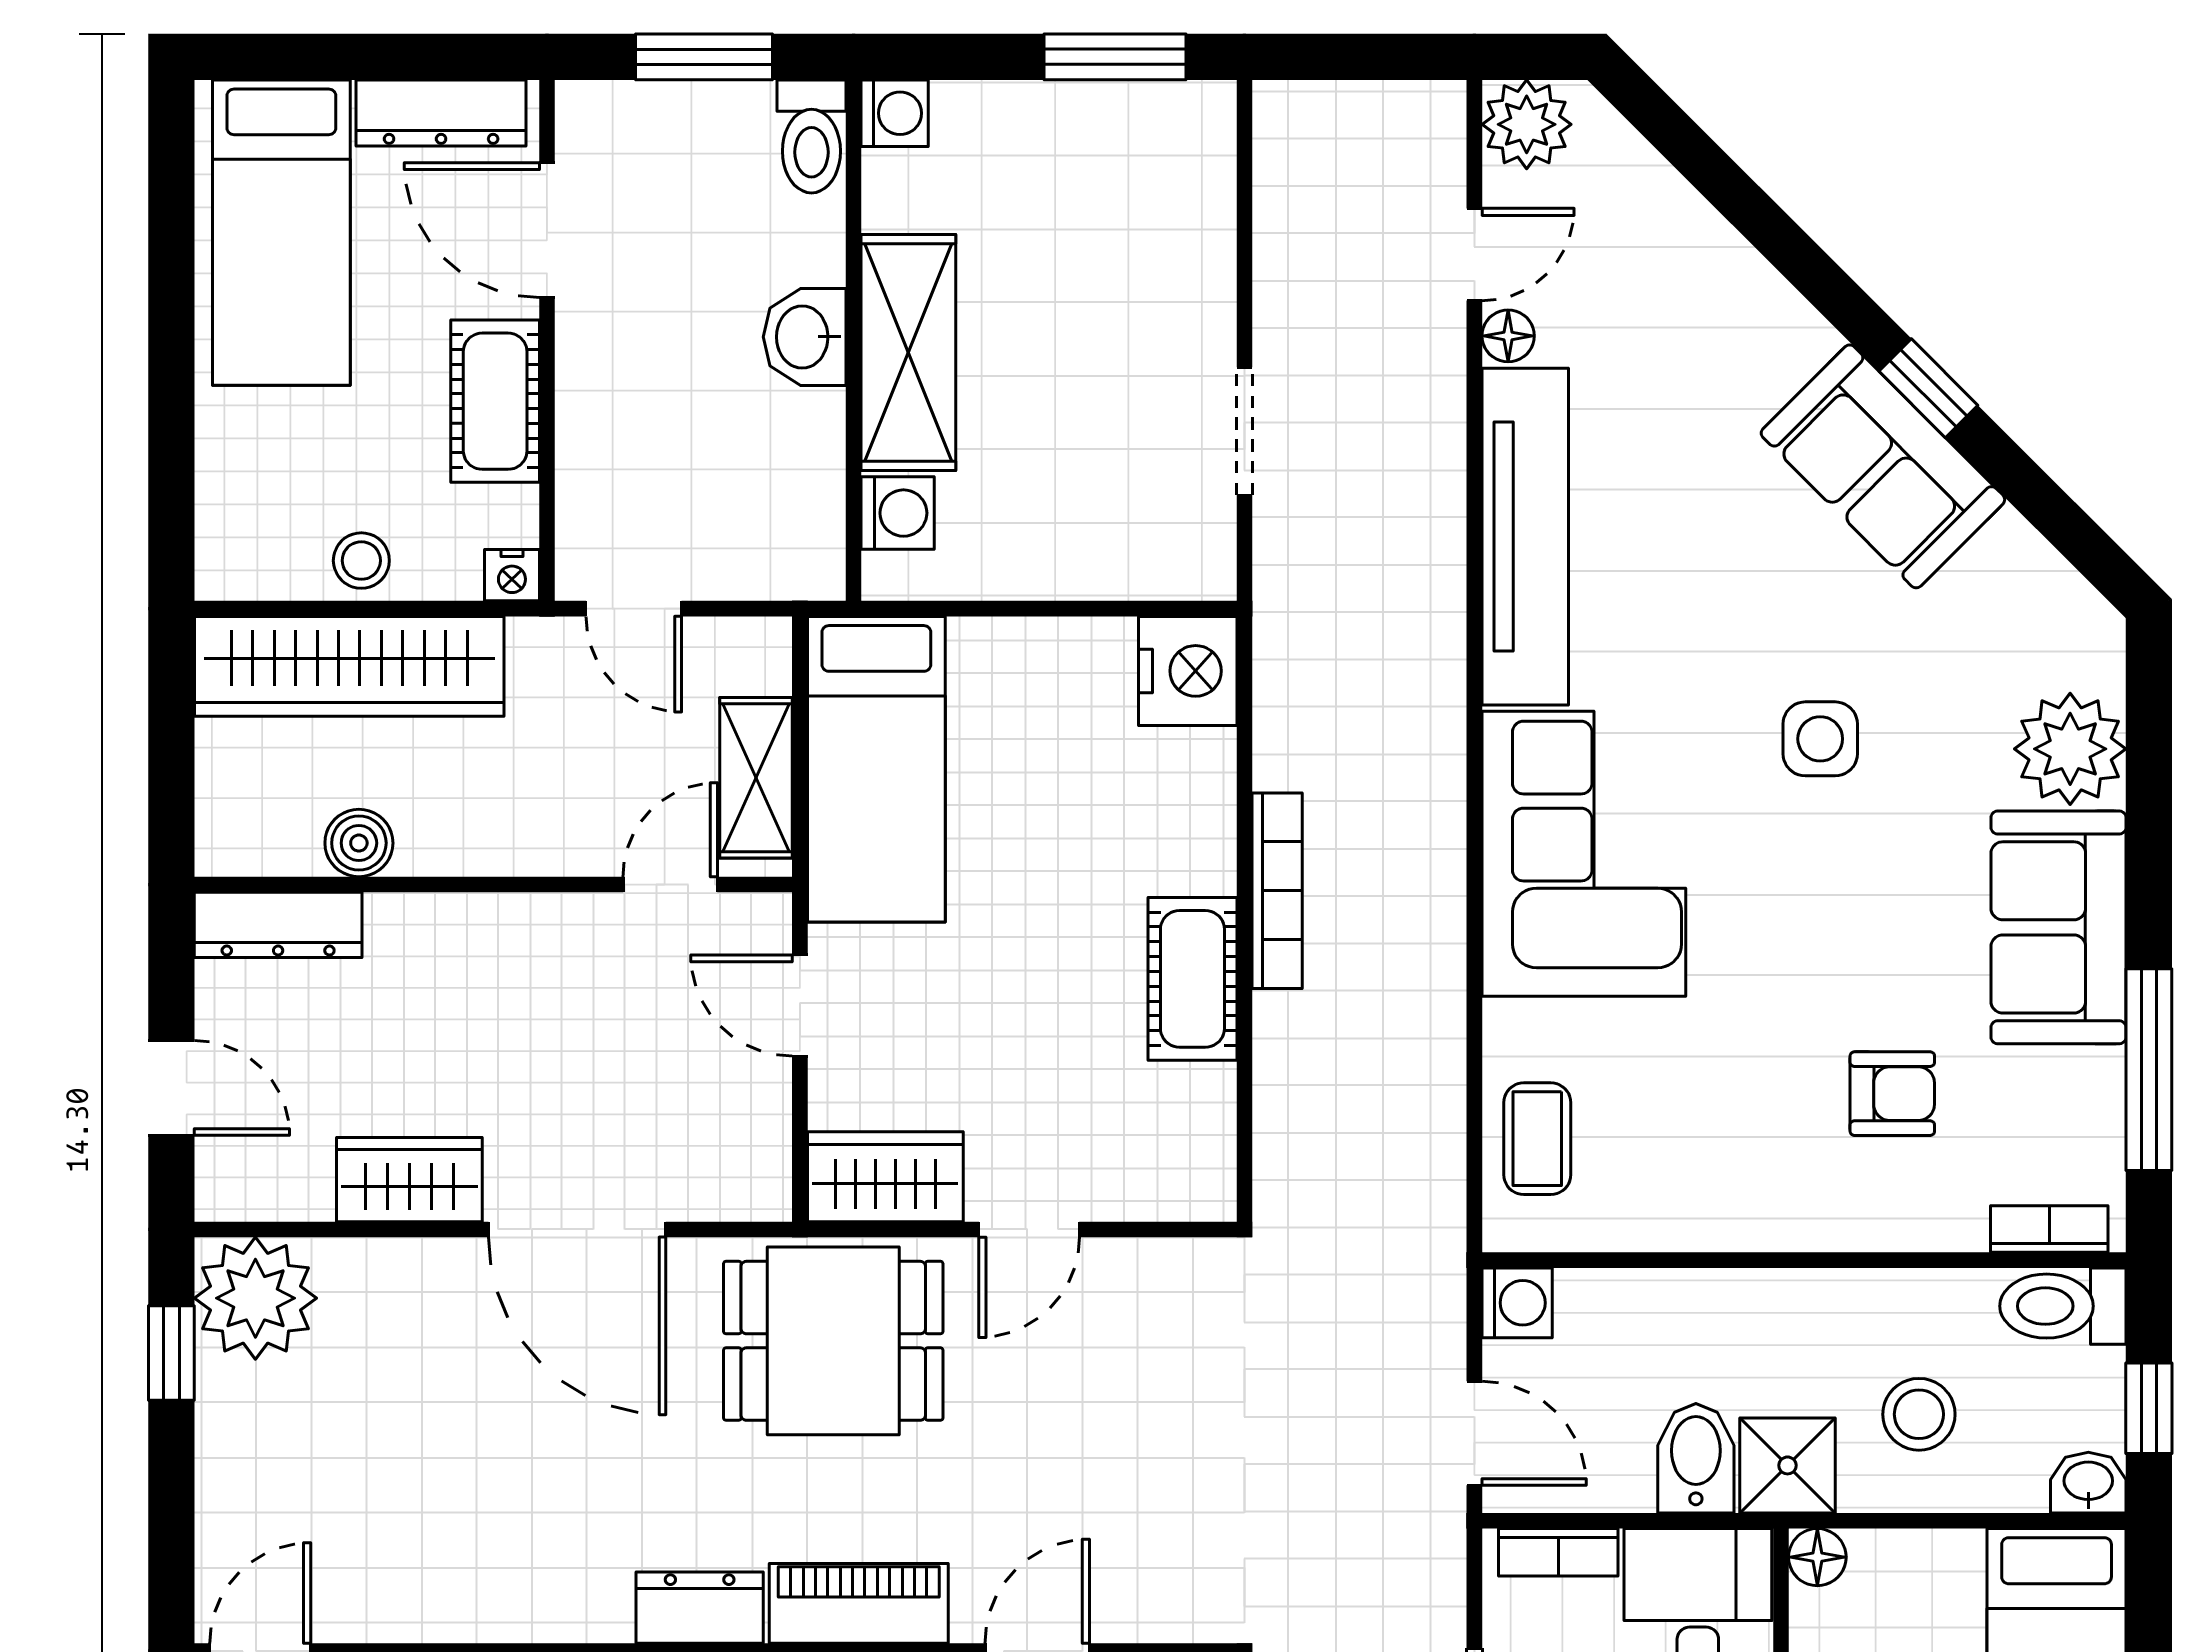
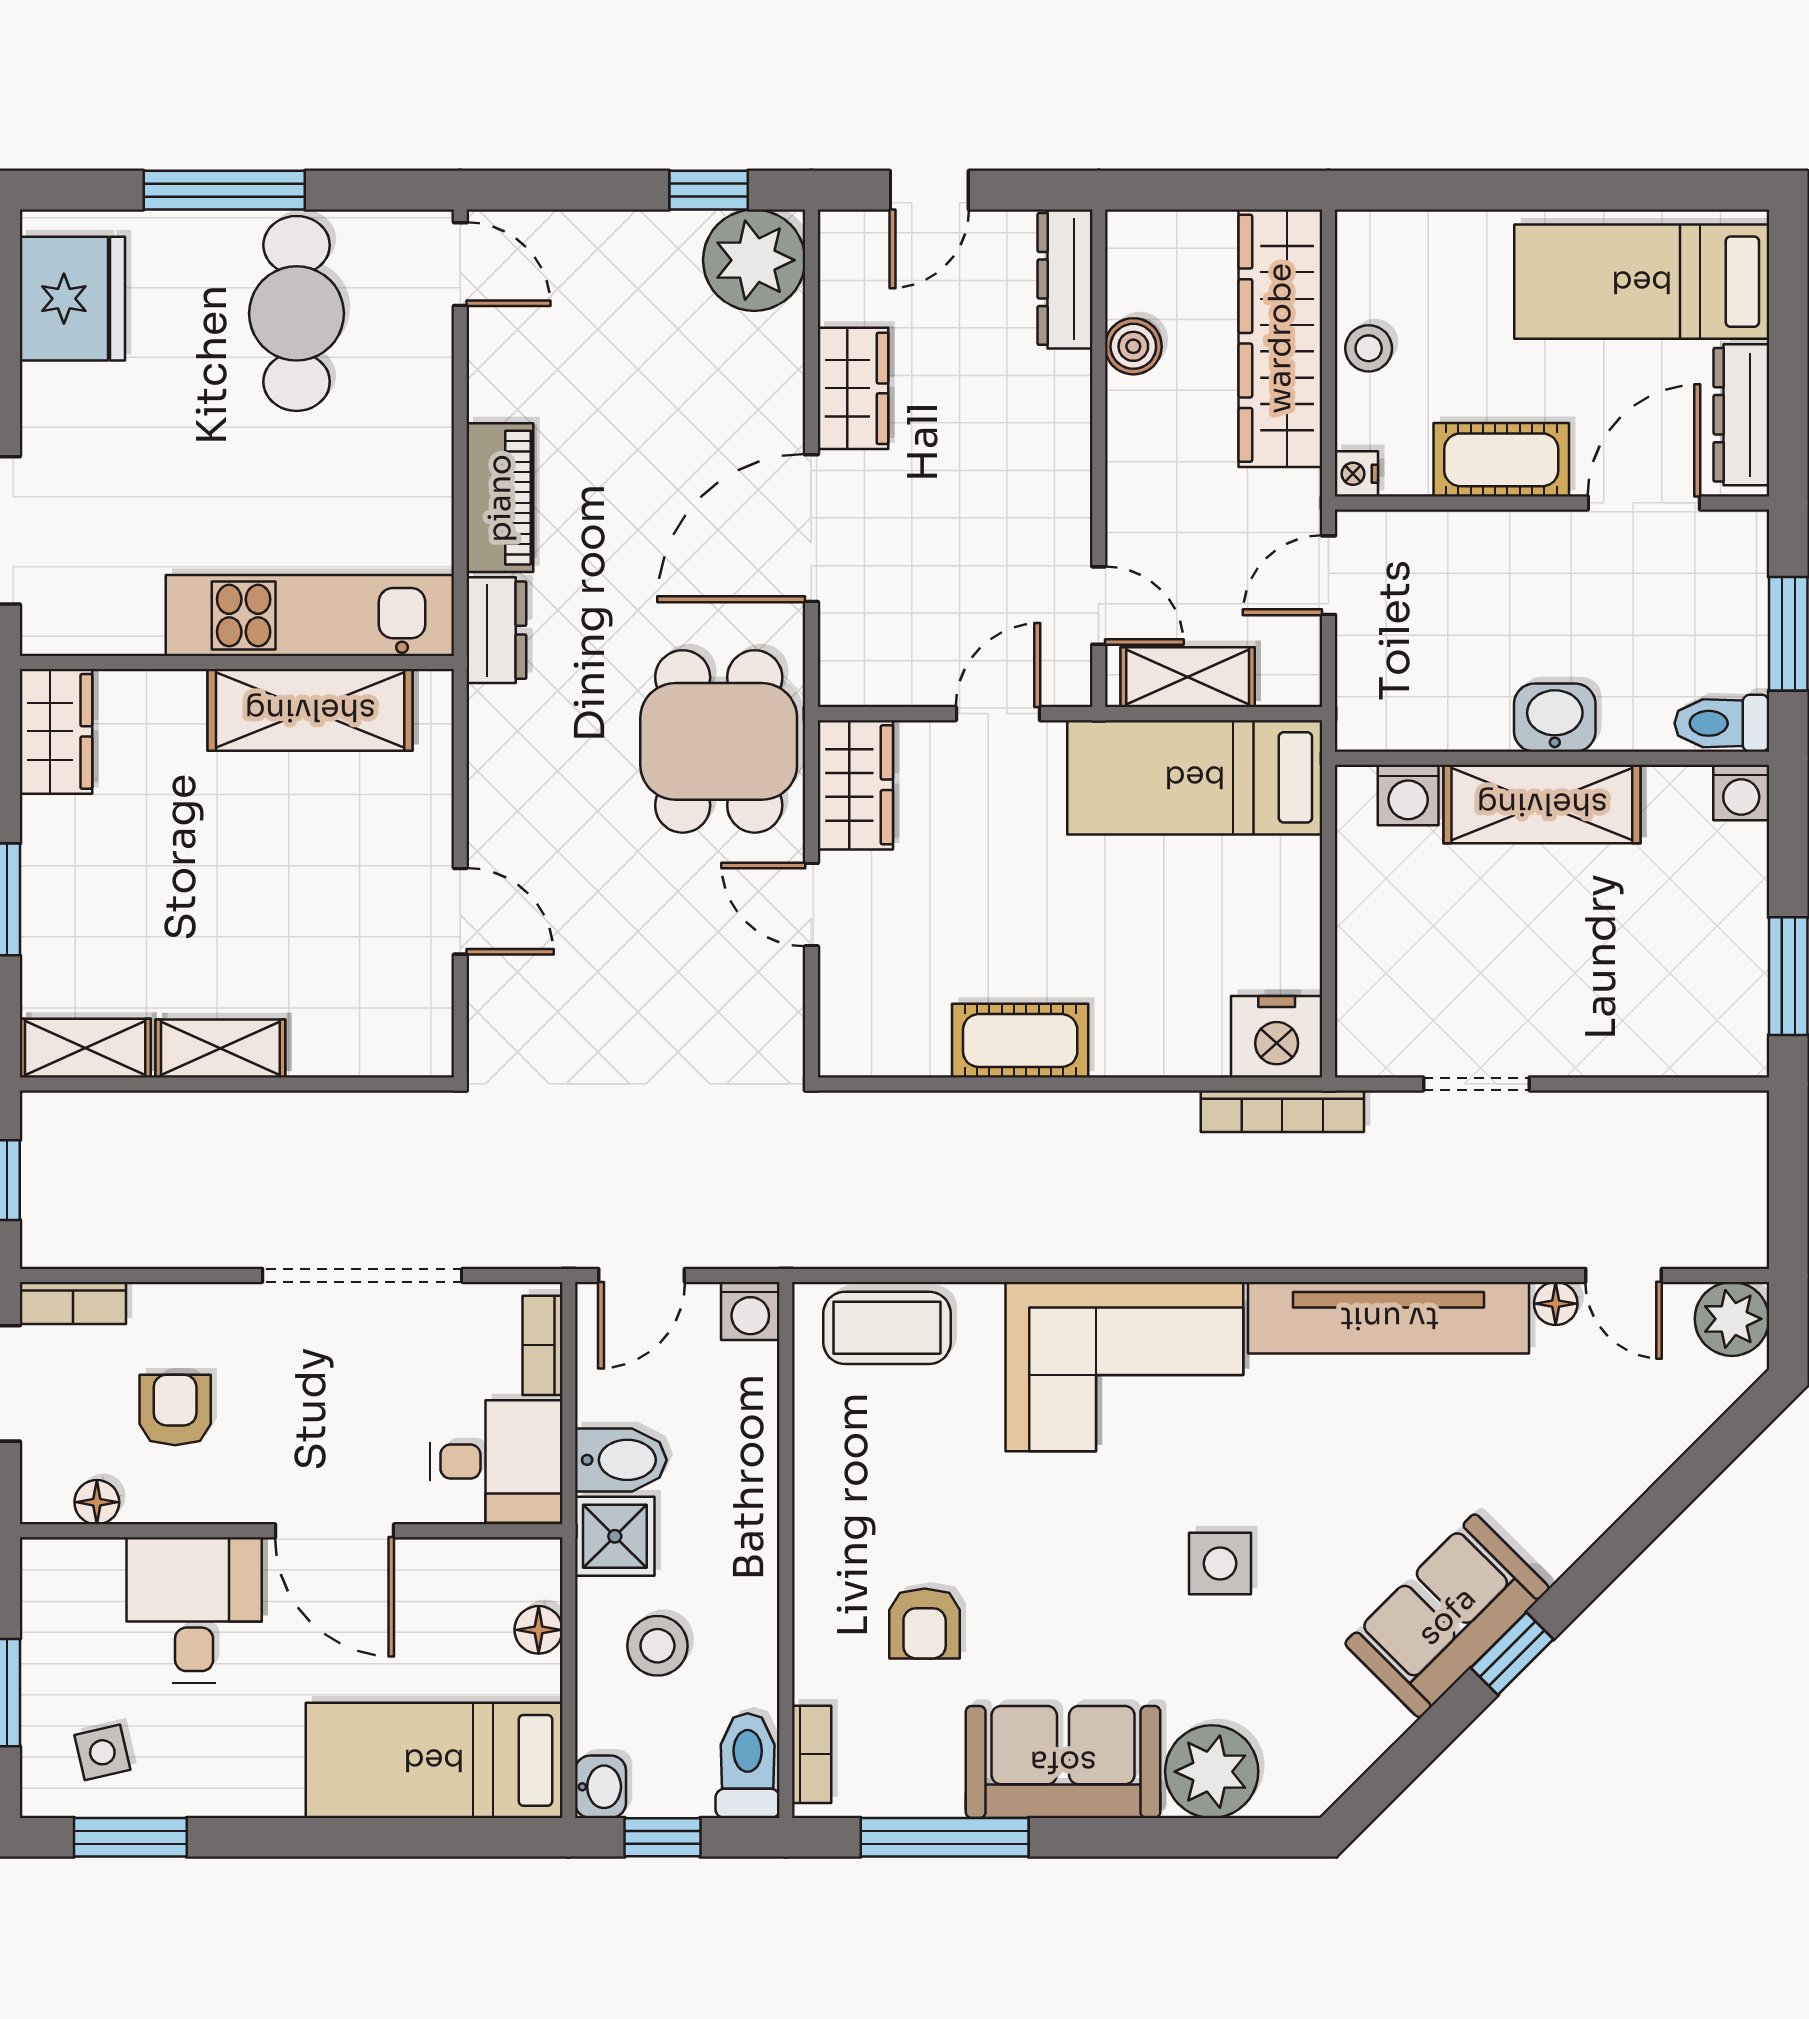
bookcase: (1277, 891) -> (1282, 1111), moved
coffee table: (1537, 1139) -> (887, 1328), width x1.36, depth x1.30
floor lamp: (1817, 1557) -> (539, 1630), moved
piano: (859, 1603) -> (500, 498), moved

